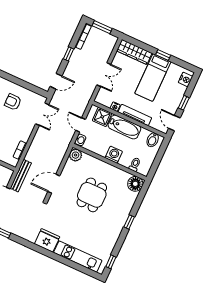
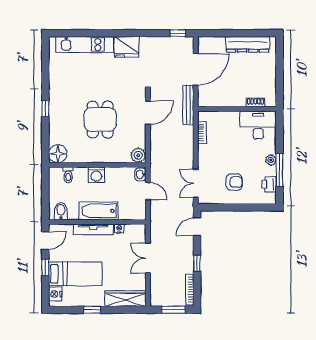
bed: (153, 77) -> (75, 274), moved, turned 90
shower: (102, 117) -> (128, 211), removed
door: (174, 123) -> (45, 240), hinge flipped
window: (111, 262) -> (45, 55), removed

